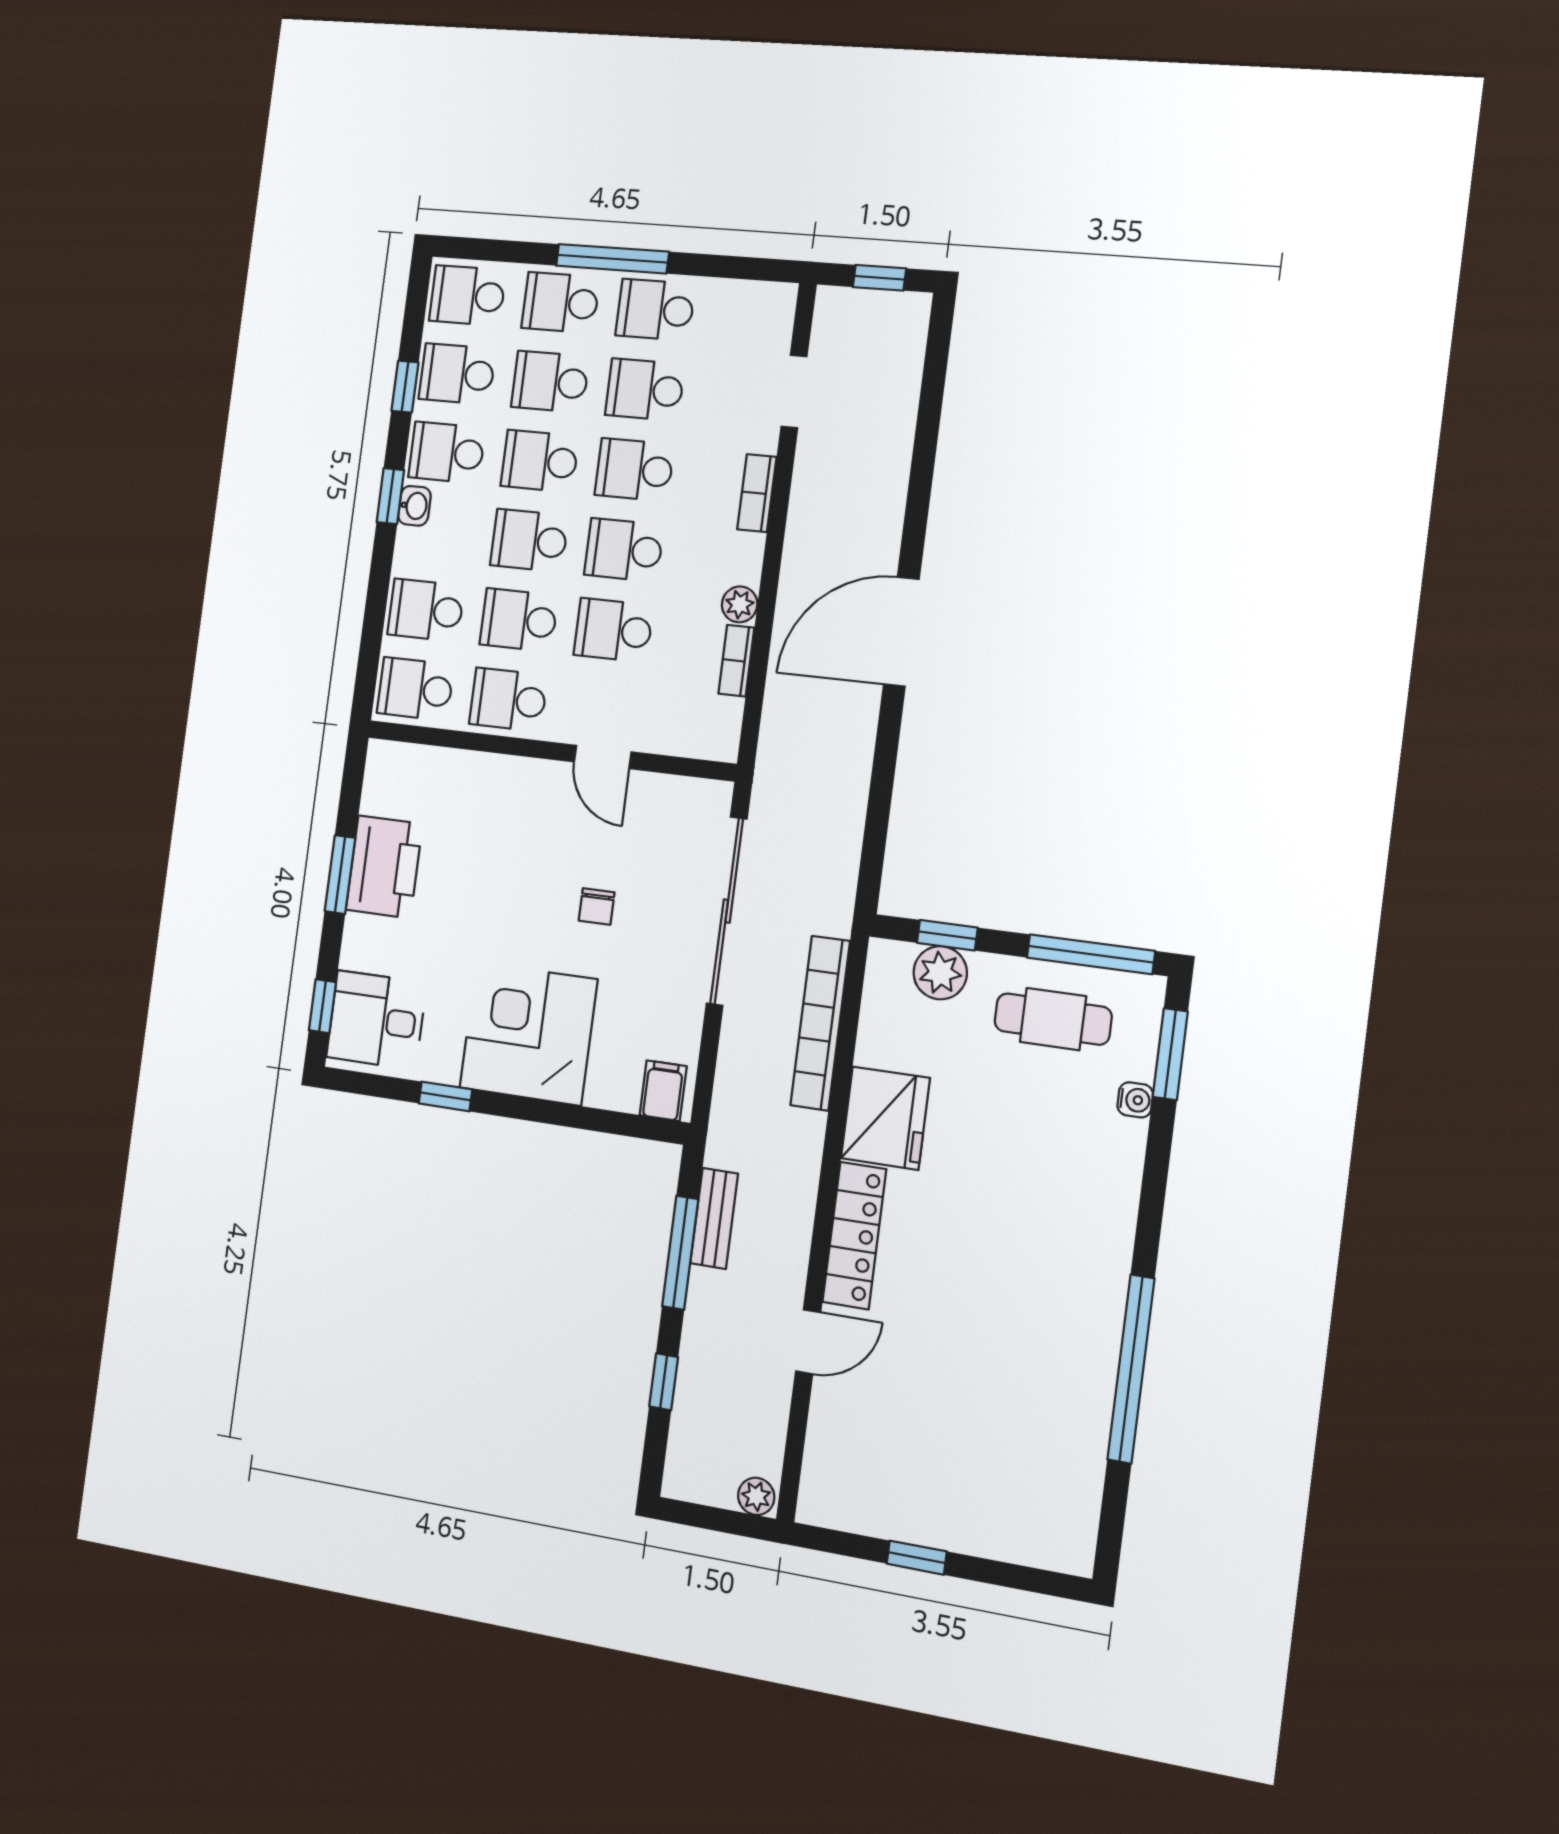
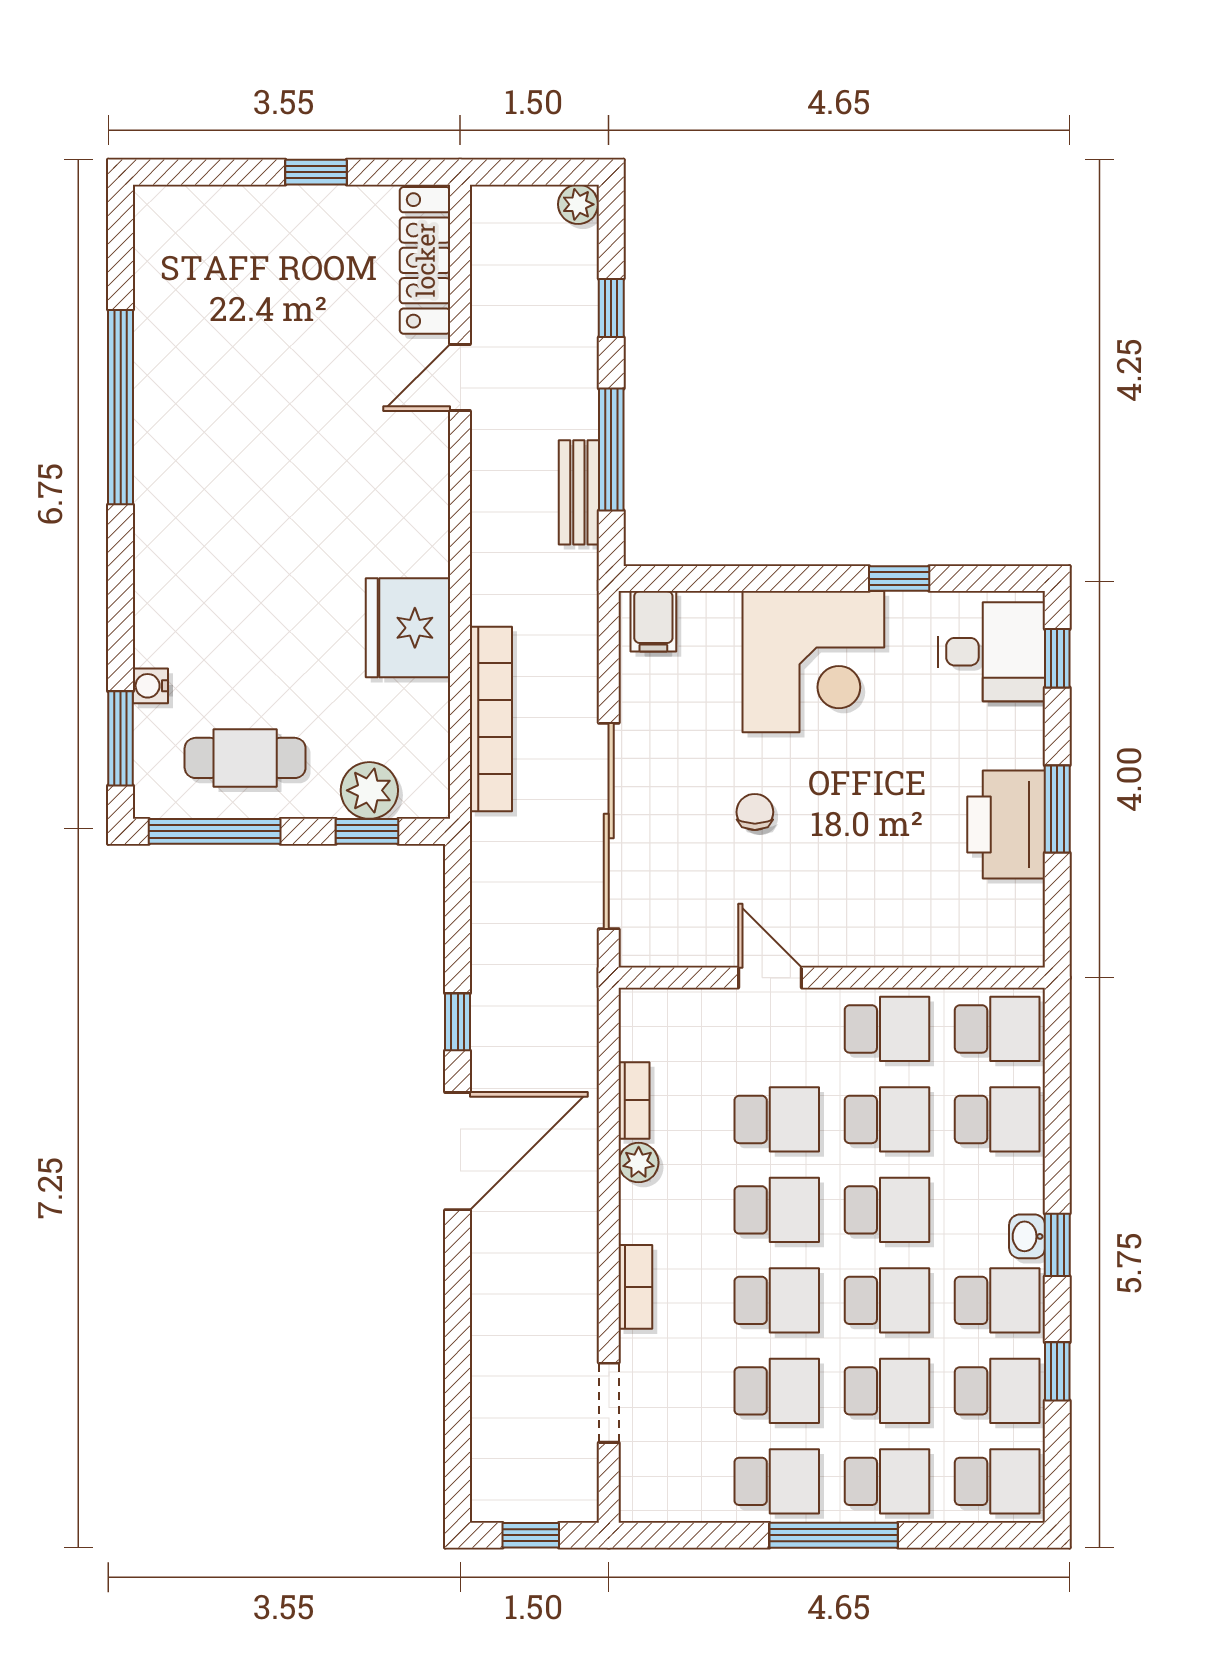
window: (886, 750) -> (458, 1022), added
locker: (854, 1236) -> (425, 260), moved
plant: (756, 1496) -> (578, 204), moved

